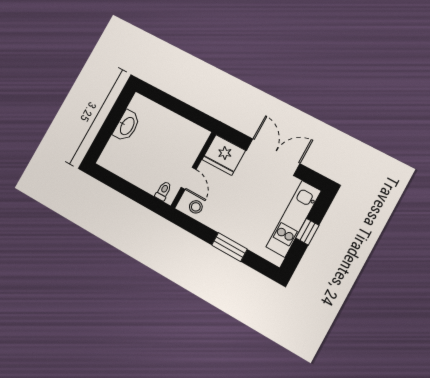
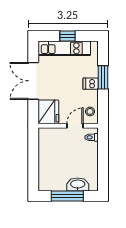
window: (111, 123) -> (67, 196), added
washbasin: (127, 126) -> (78, 184), moved
dishwasher: (230, 227) -> (91, 84), added

